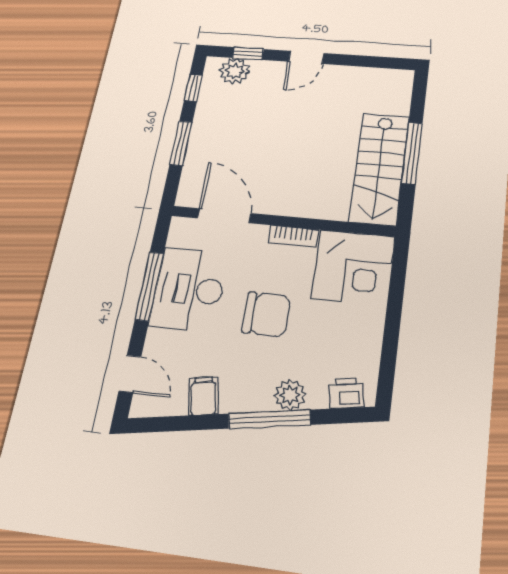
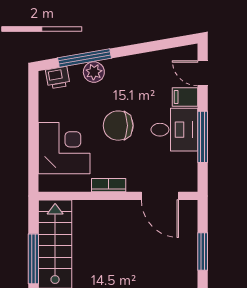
corner desk: (353, 267) -> (64, 148), moved, turned 90
desk: (189, 289) -> (174, 130), width x0.73
filing cabinet: (203, 396) -> (185, 97), moved, turned 100
window: (269, 419) -> (85, 58), moved

